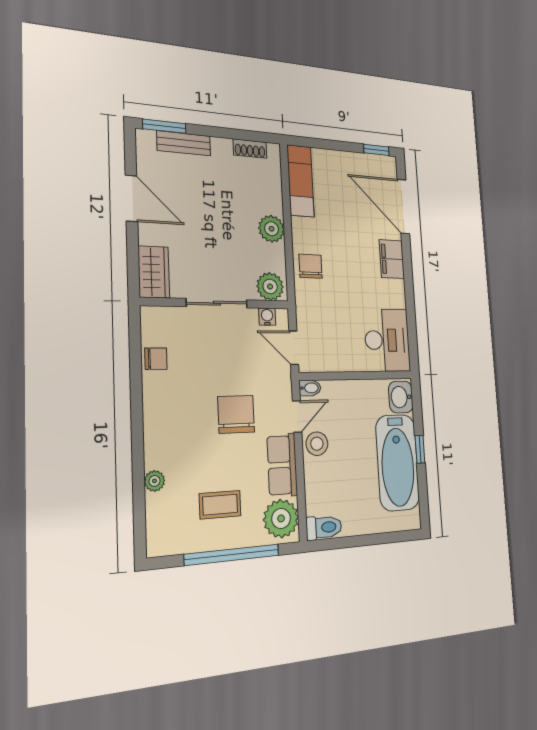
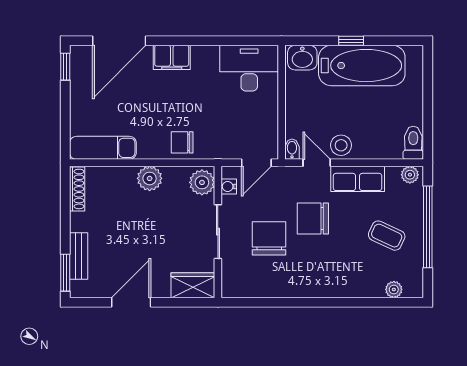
shoe rack: (250, 149) -> (77, 189), width x1.43
chair: (156, 359) -> (269, 238), moved, width x1.87, depth x1.87
plant: (155, 481) -> (394, 289), moved
coffee table: (220, 505) -> (387, 236), turned -65
plant: (281, 518) -> (410, 175), width x0.53, depth x0.53

